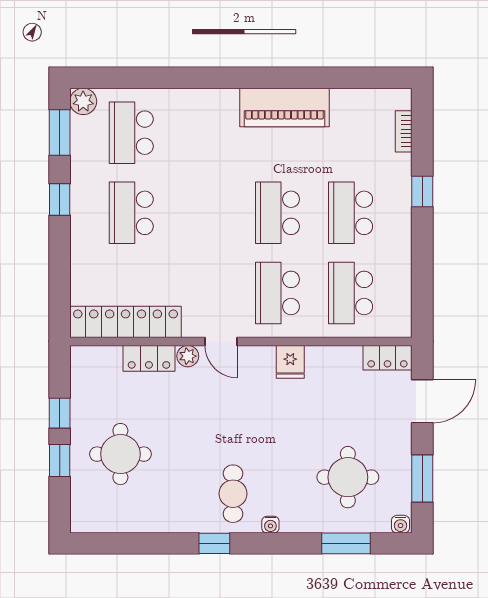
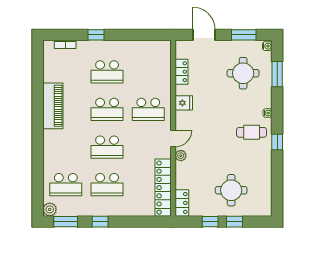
school desk: (351, 293) -> (107, 147), moved
locker: (149, 358) -> (182, 203), moved
locker: (387, 358) -> (182, 72), moved

